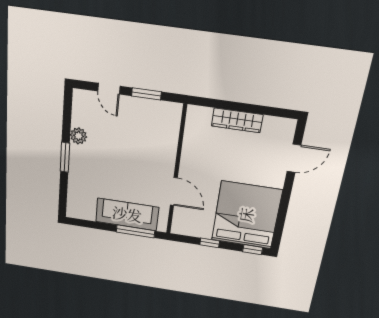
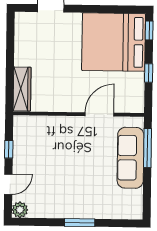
window: (146, 94) -> (9, 149), width x0.67
wardrobe: (237, 120) -> (22, 89), moved
plant: (78, 136) -> (20, 210), moved

